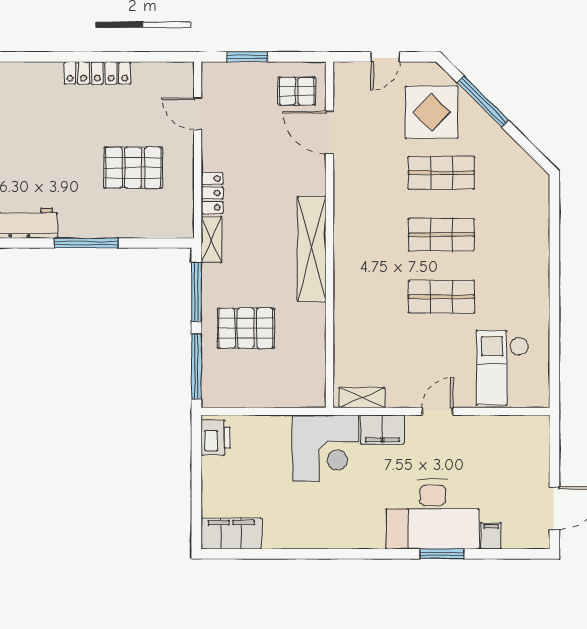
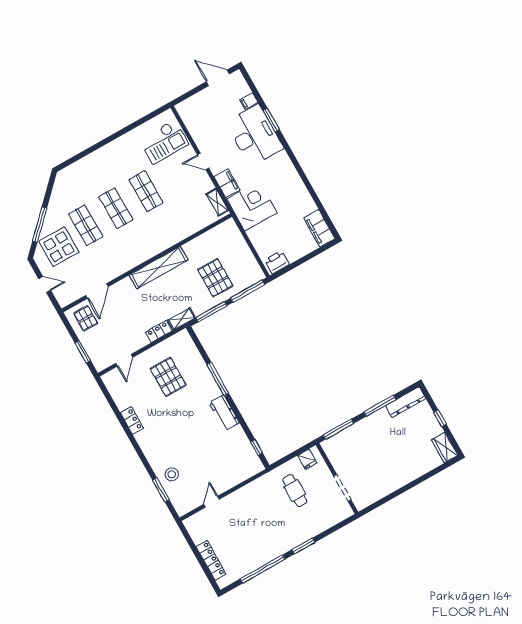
locker: (97, 73) -> (132, 420), width x0.66

